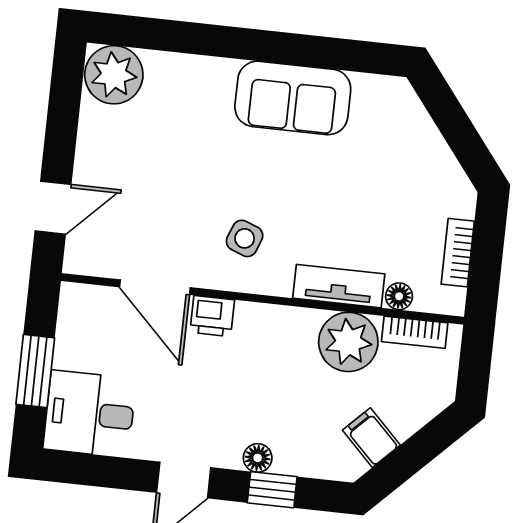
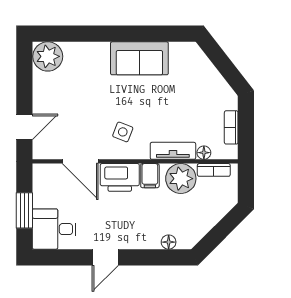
printer: (212, 316) -> (120, 177), width x1.87, depth x1.48
filing cabinet: (371, 438) -> (150, 176), moved, turned -135
floor lamp: (258, 458) -> (169, 242), moved
window: (272, 490) -> (150, 257), removed

